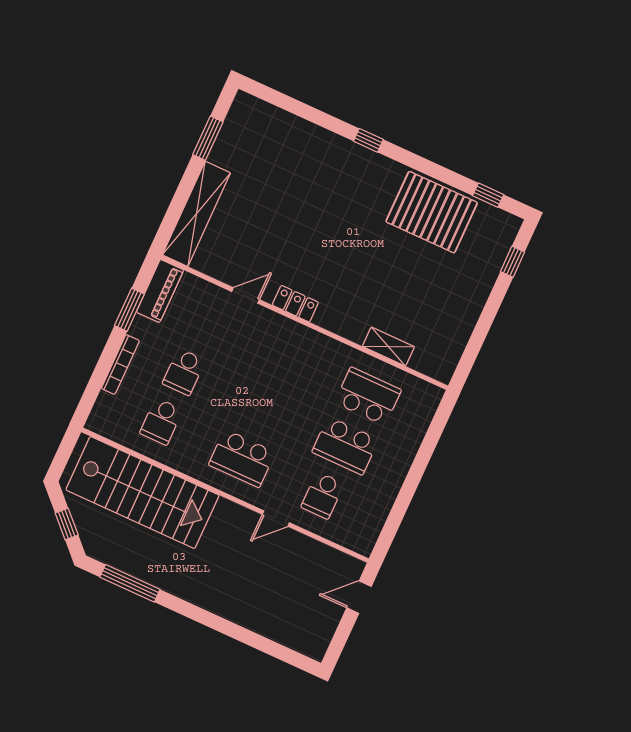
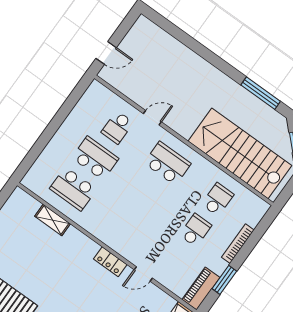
school desk: (323, 495) -> (117, 127), turned 180

